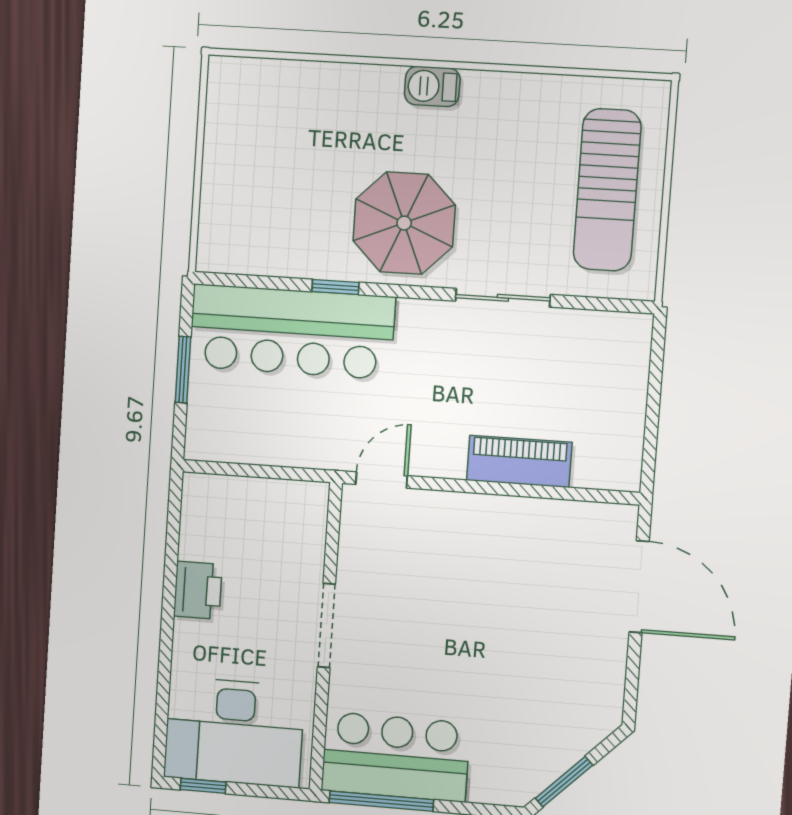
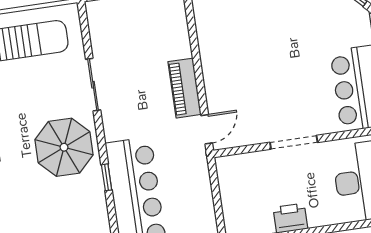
piano: (519, 461) -> (185, 88), moved
door: (382, 480) -> (207, 129), swing flipped

